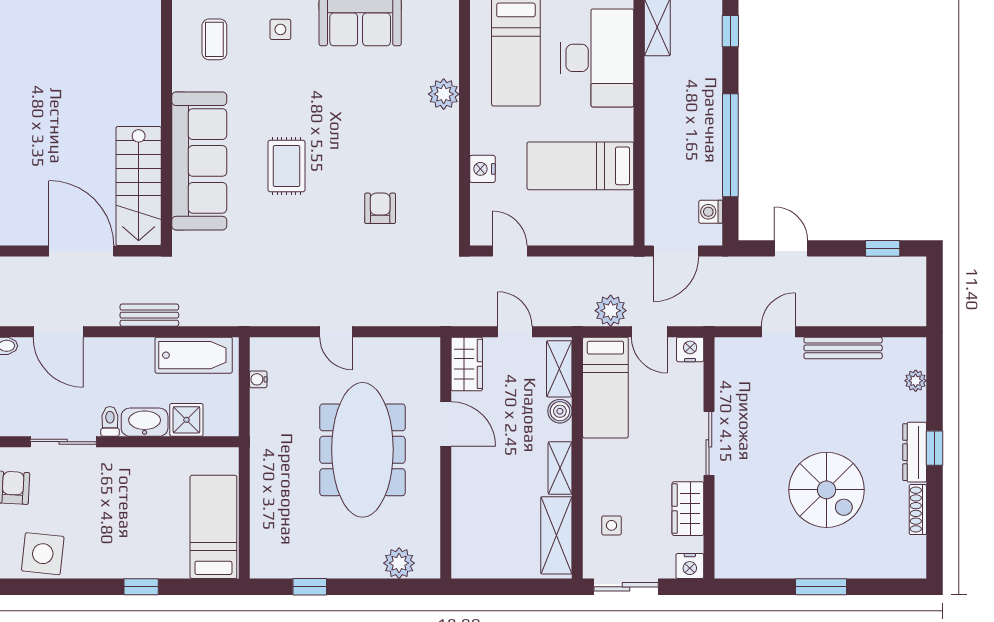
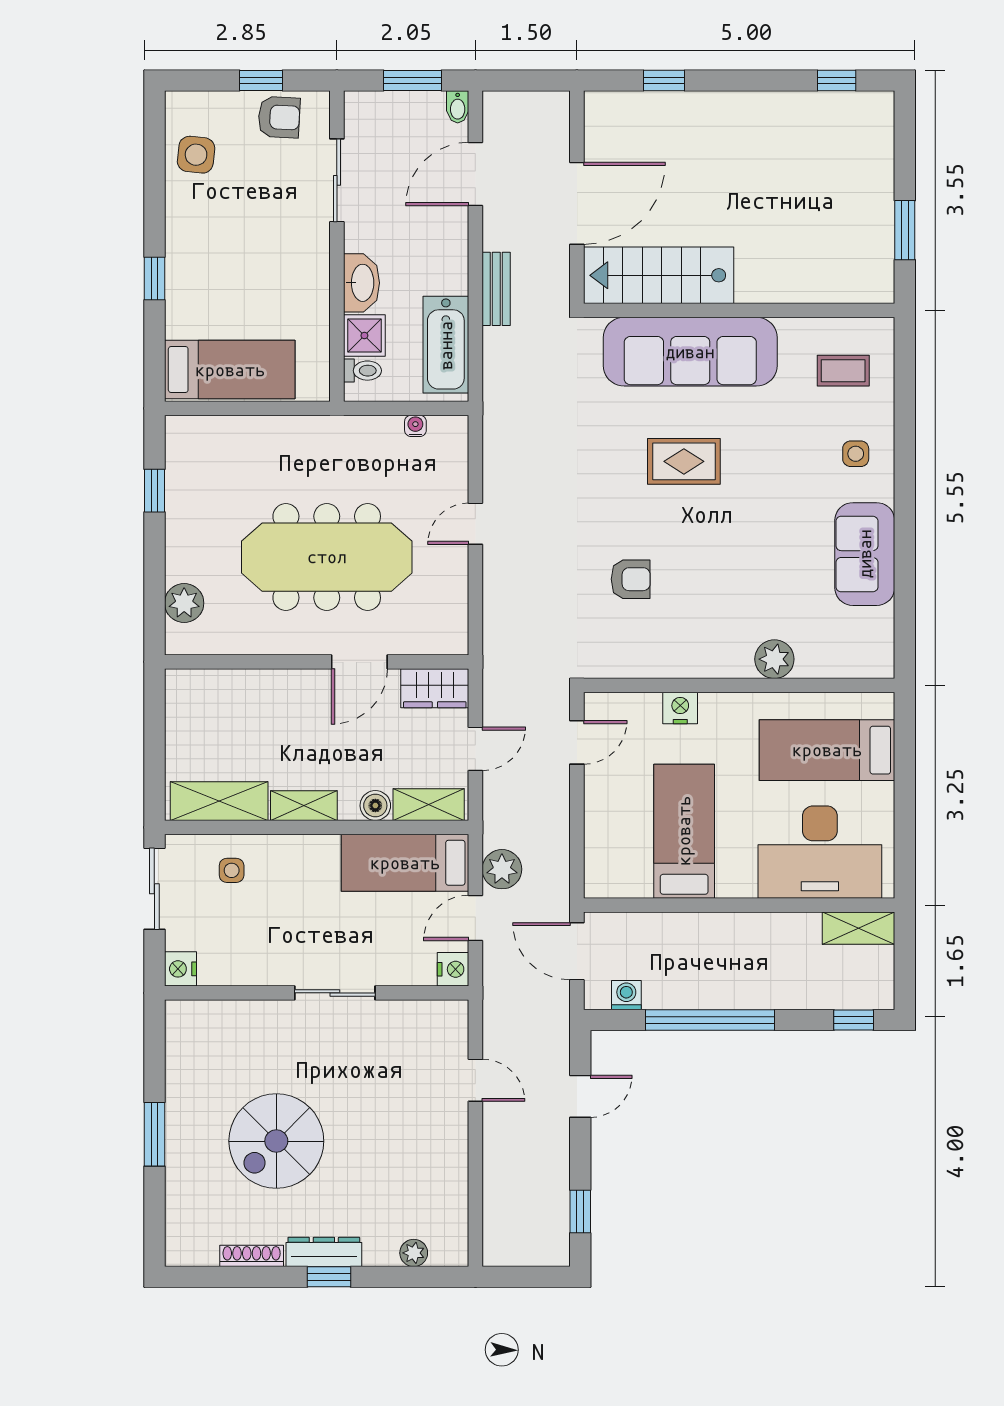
bench: (843, 348) -> (455, 1162), removed
toilet: (110, 421) -> (363, 371), moved
wardrobe: (688, 509) -> (253, 967), removed
side table: (43, 554) -> (196, 155), width x0.73, depth x0.73

